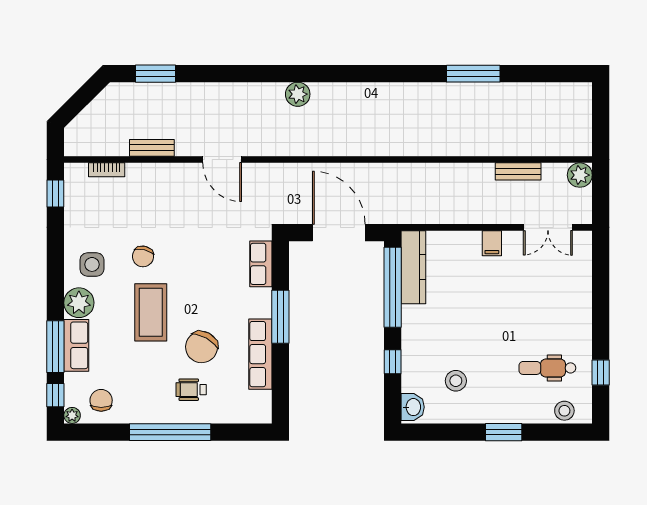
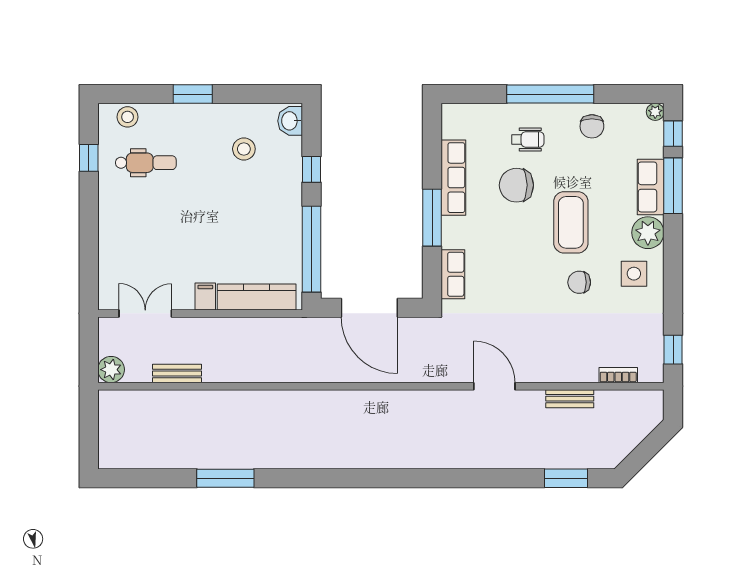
plant: (298, 94) -> (413, 456), removed
chair: (143, 256) -> (579, 282), turned -104
kitchen counter: (413, 267) -> (257, 297), moved, turned 90
chair: (202, 347) -> (516, 185), turned -119
chair: (101, 400) -> (592, 126), moved

